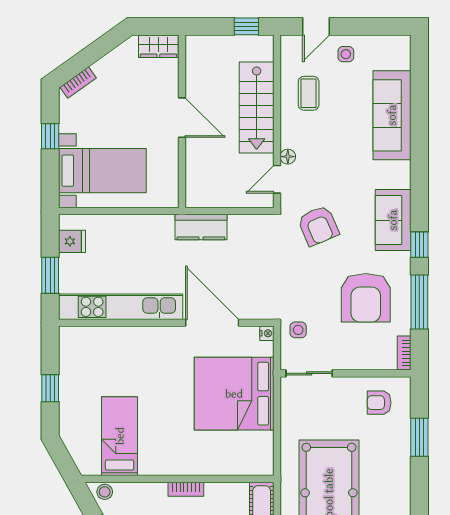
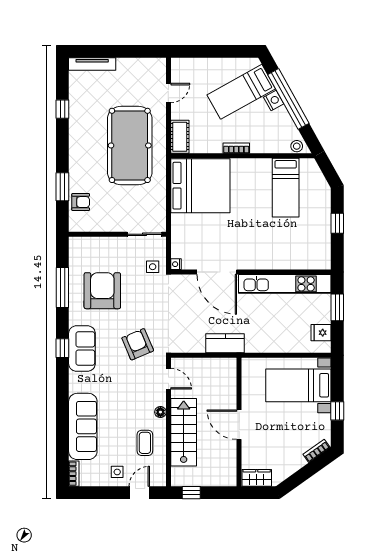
floor lamp: (288, 157) -> (160, 412), moved
door: (277, 179) -> (168, 379), hinge flipped
window: (419, 245) -> (62, 348), moved
bookcase: (404, 353) -> (74, 474), moved
bed: (234, 394) -> (200, 186), moved
armchair: (379, 403) -> (81, 202), moved

